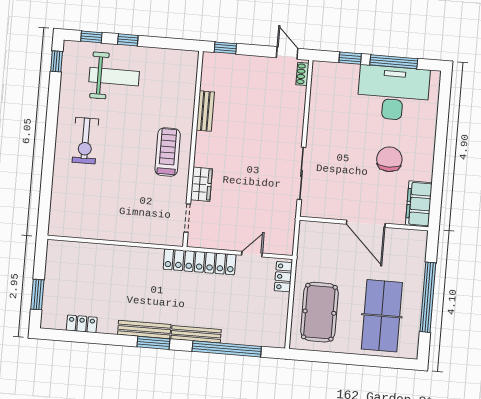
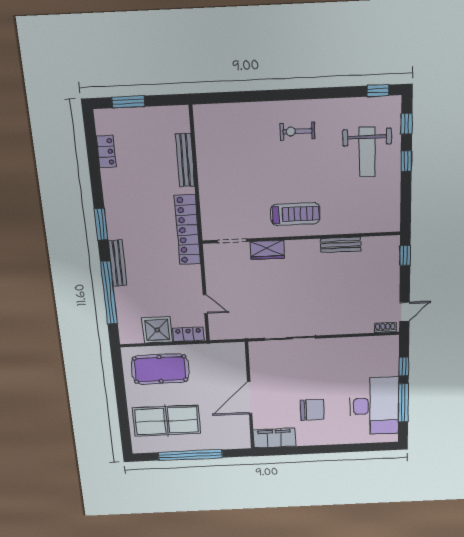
exercise bike: (85, 141) -> (297, 131), width x0.73, depth x0.72
locker: (200, 262) -> (188, 230), moved
shower: (274, 308) -> (157, 330), added
bench: (144, 330) -> (185, 160), moved

